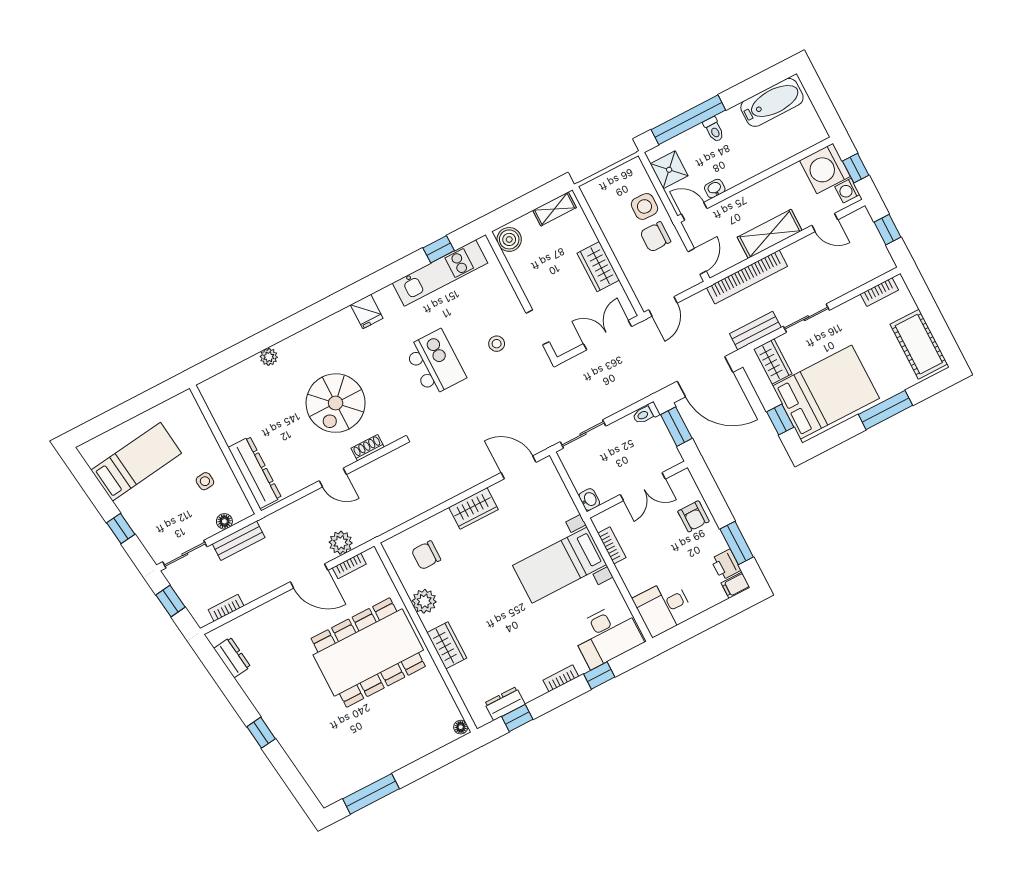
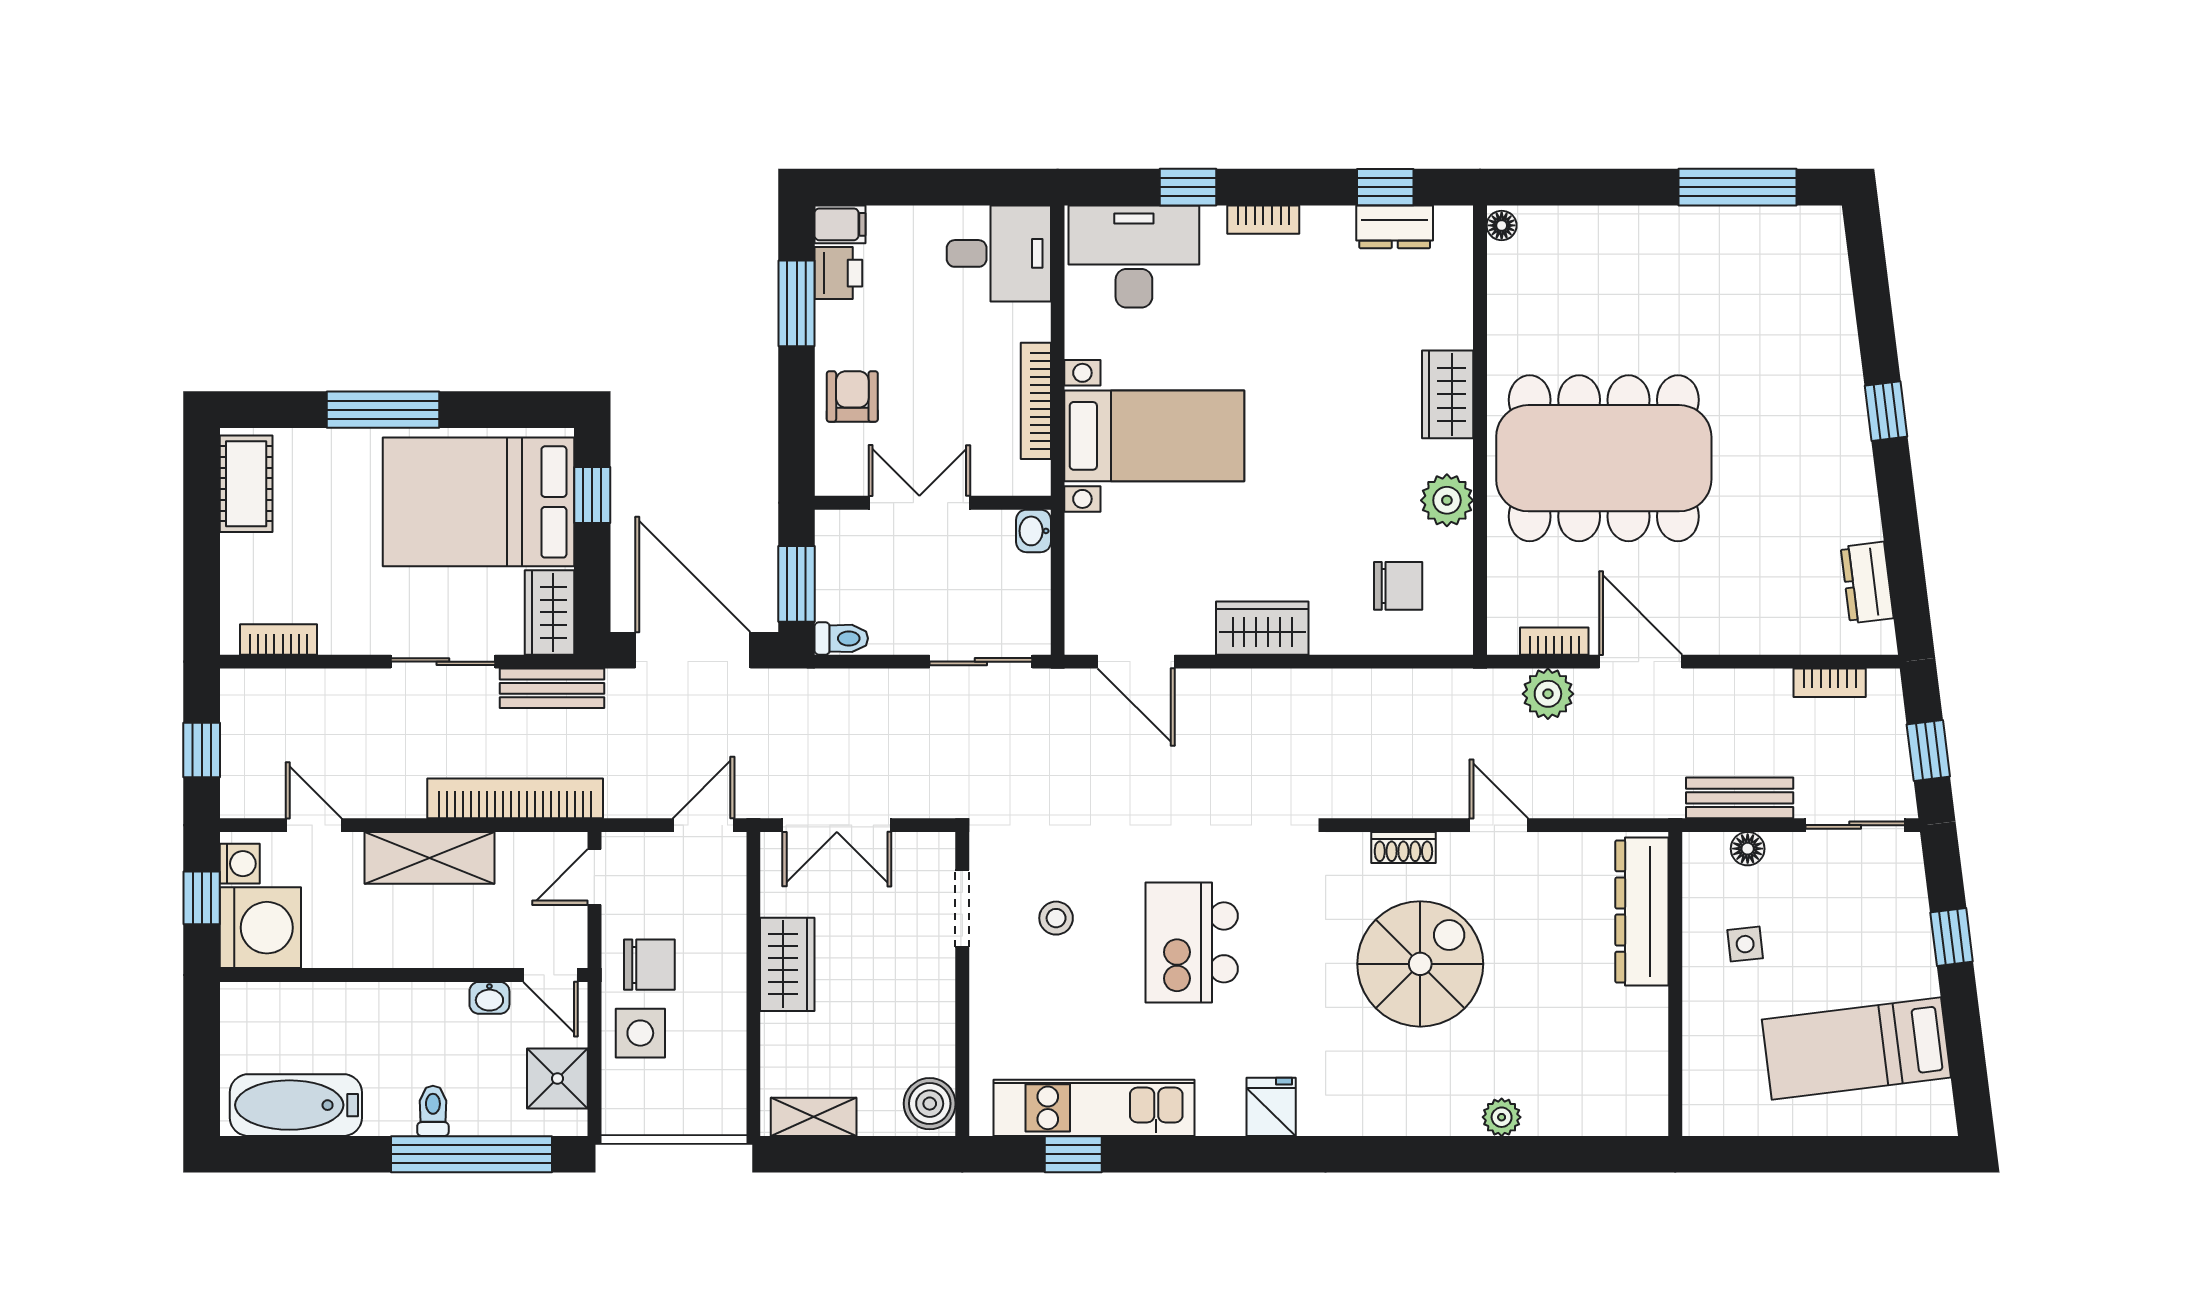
cot: (919, 344) -> (246, 484), width x0.73, depth x0.75
bookcase: (612, 545) -> (1036, 401), width x1.56

